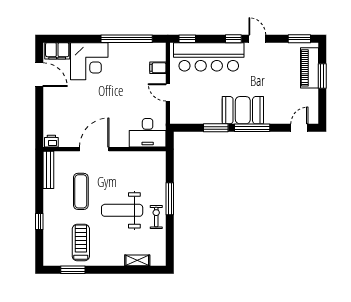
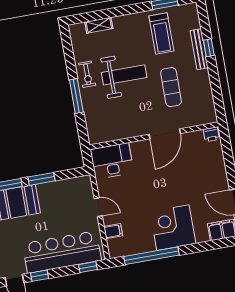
corner desk: (89, 61) -> (173, 228), moved
bench: (48, 170) -> (199, 49), moved

